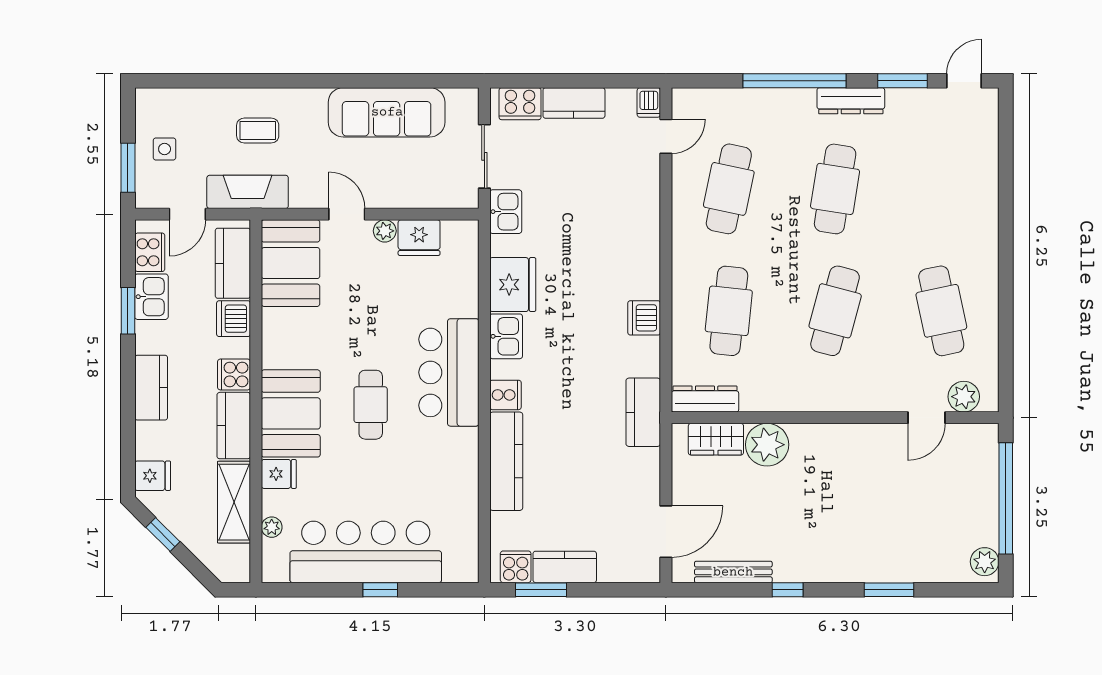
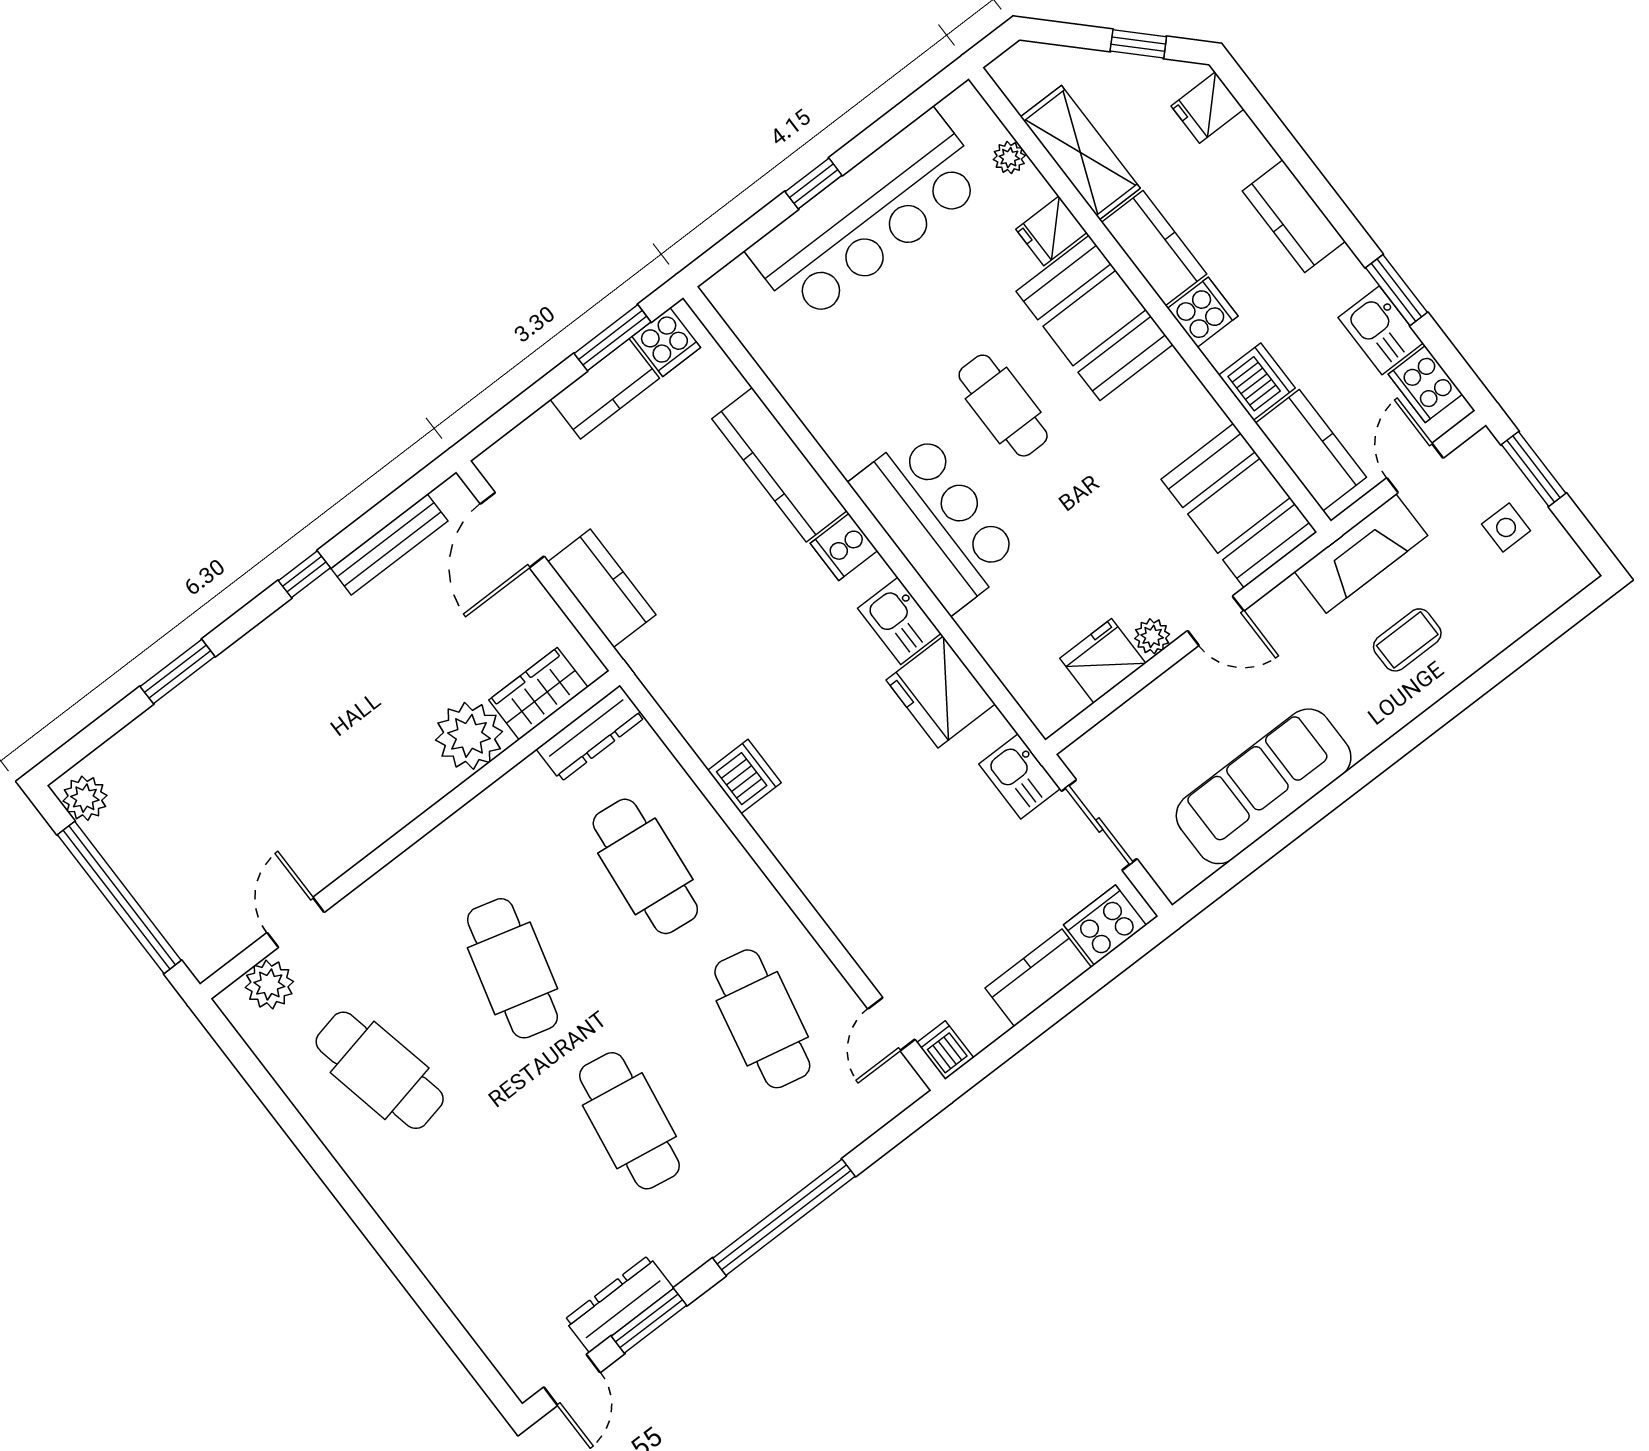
dresser: (851, 101) -> (619, 1304), moved
kitchen counter: (643, 412) -> (602, 588), moved

